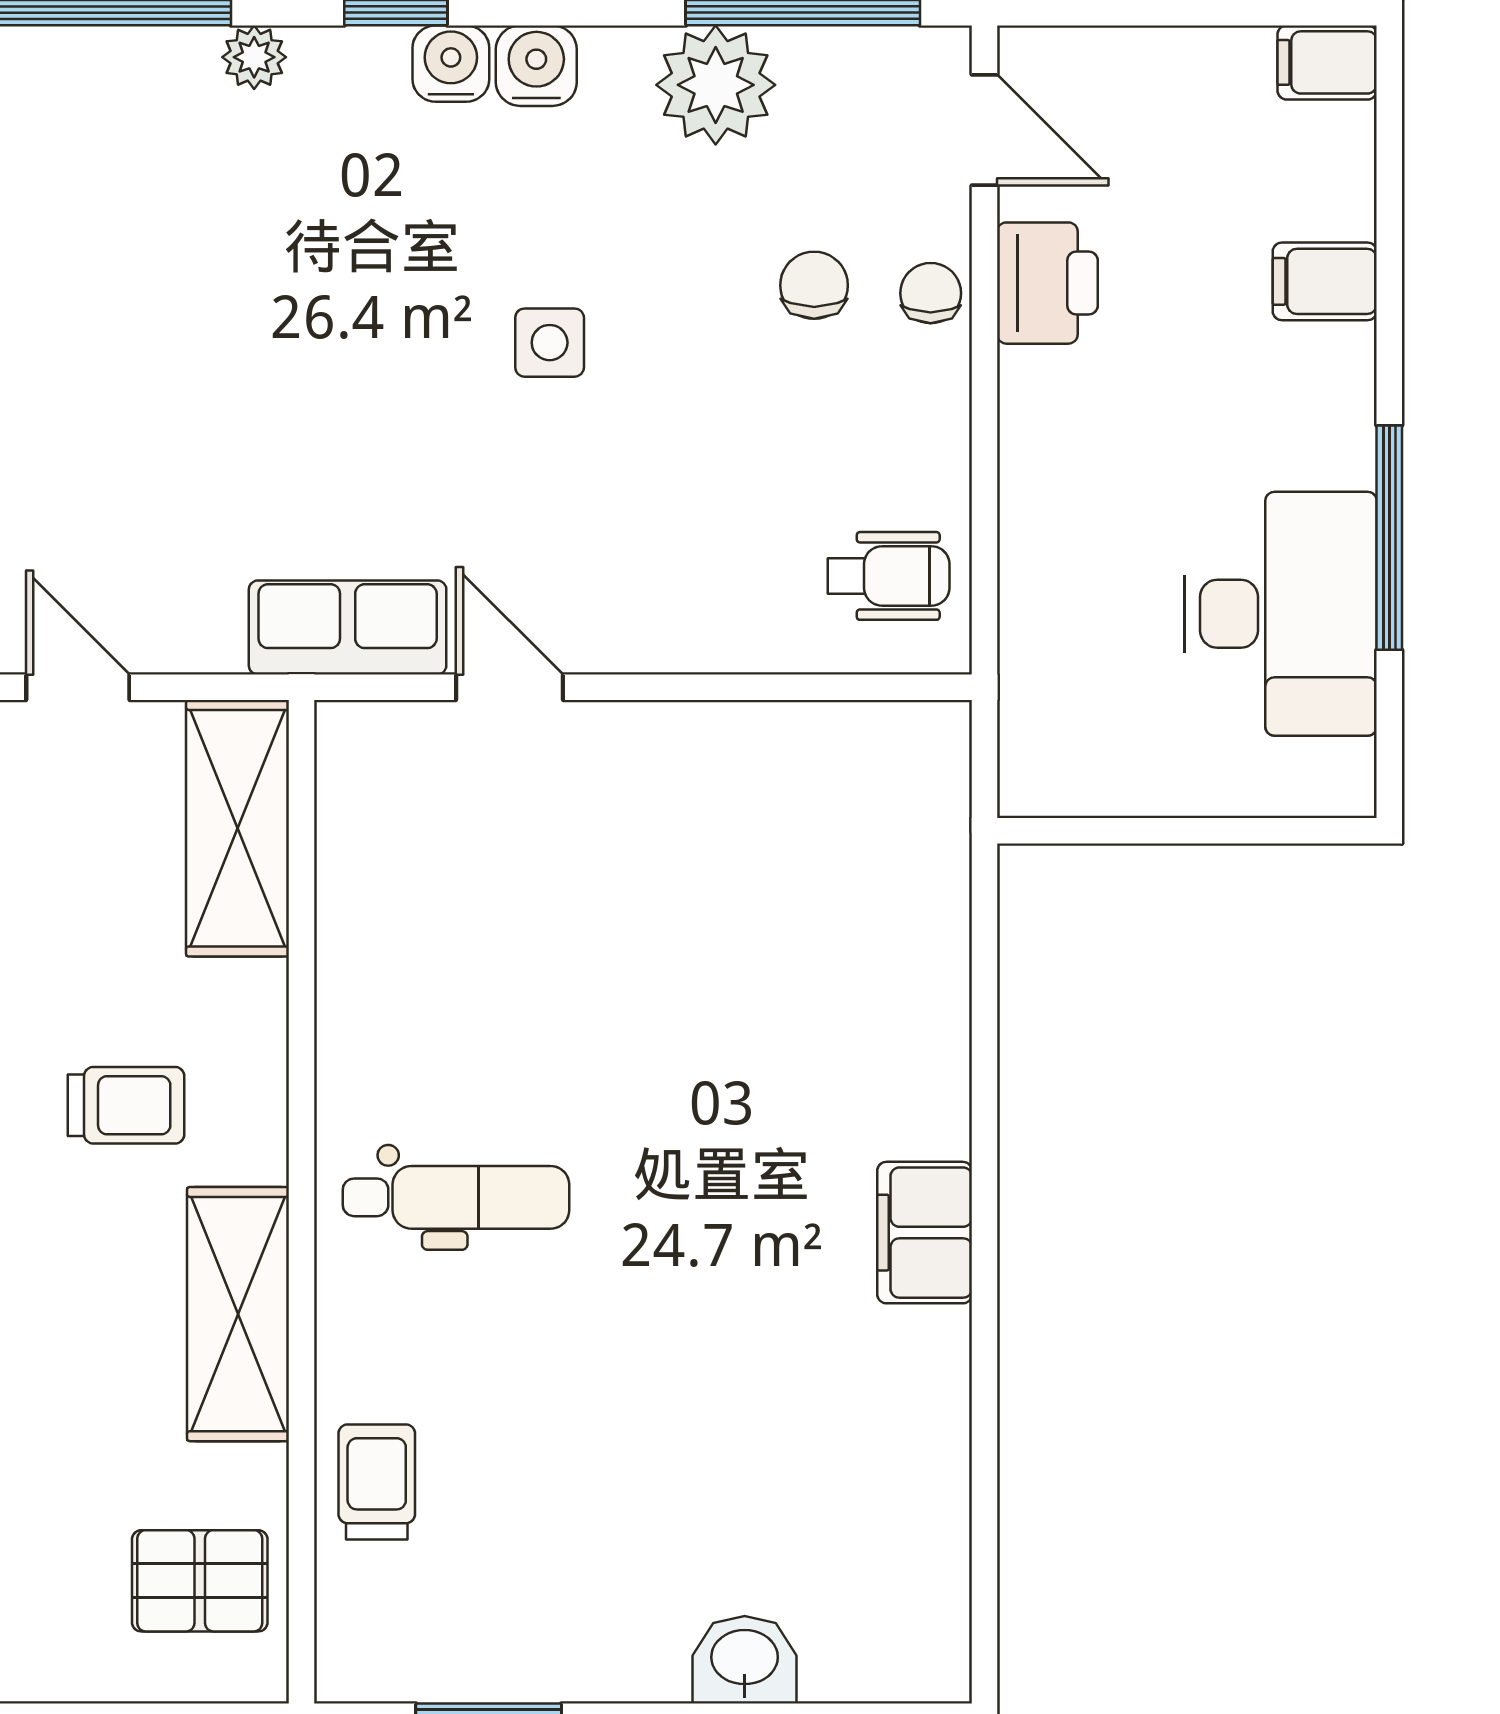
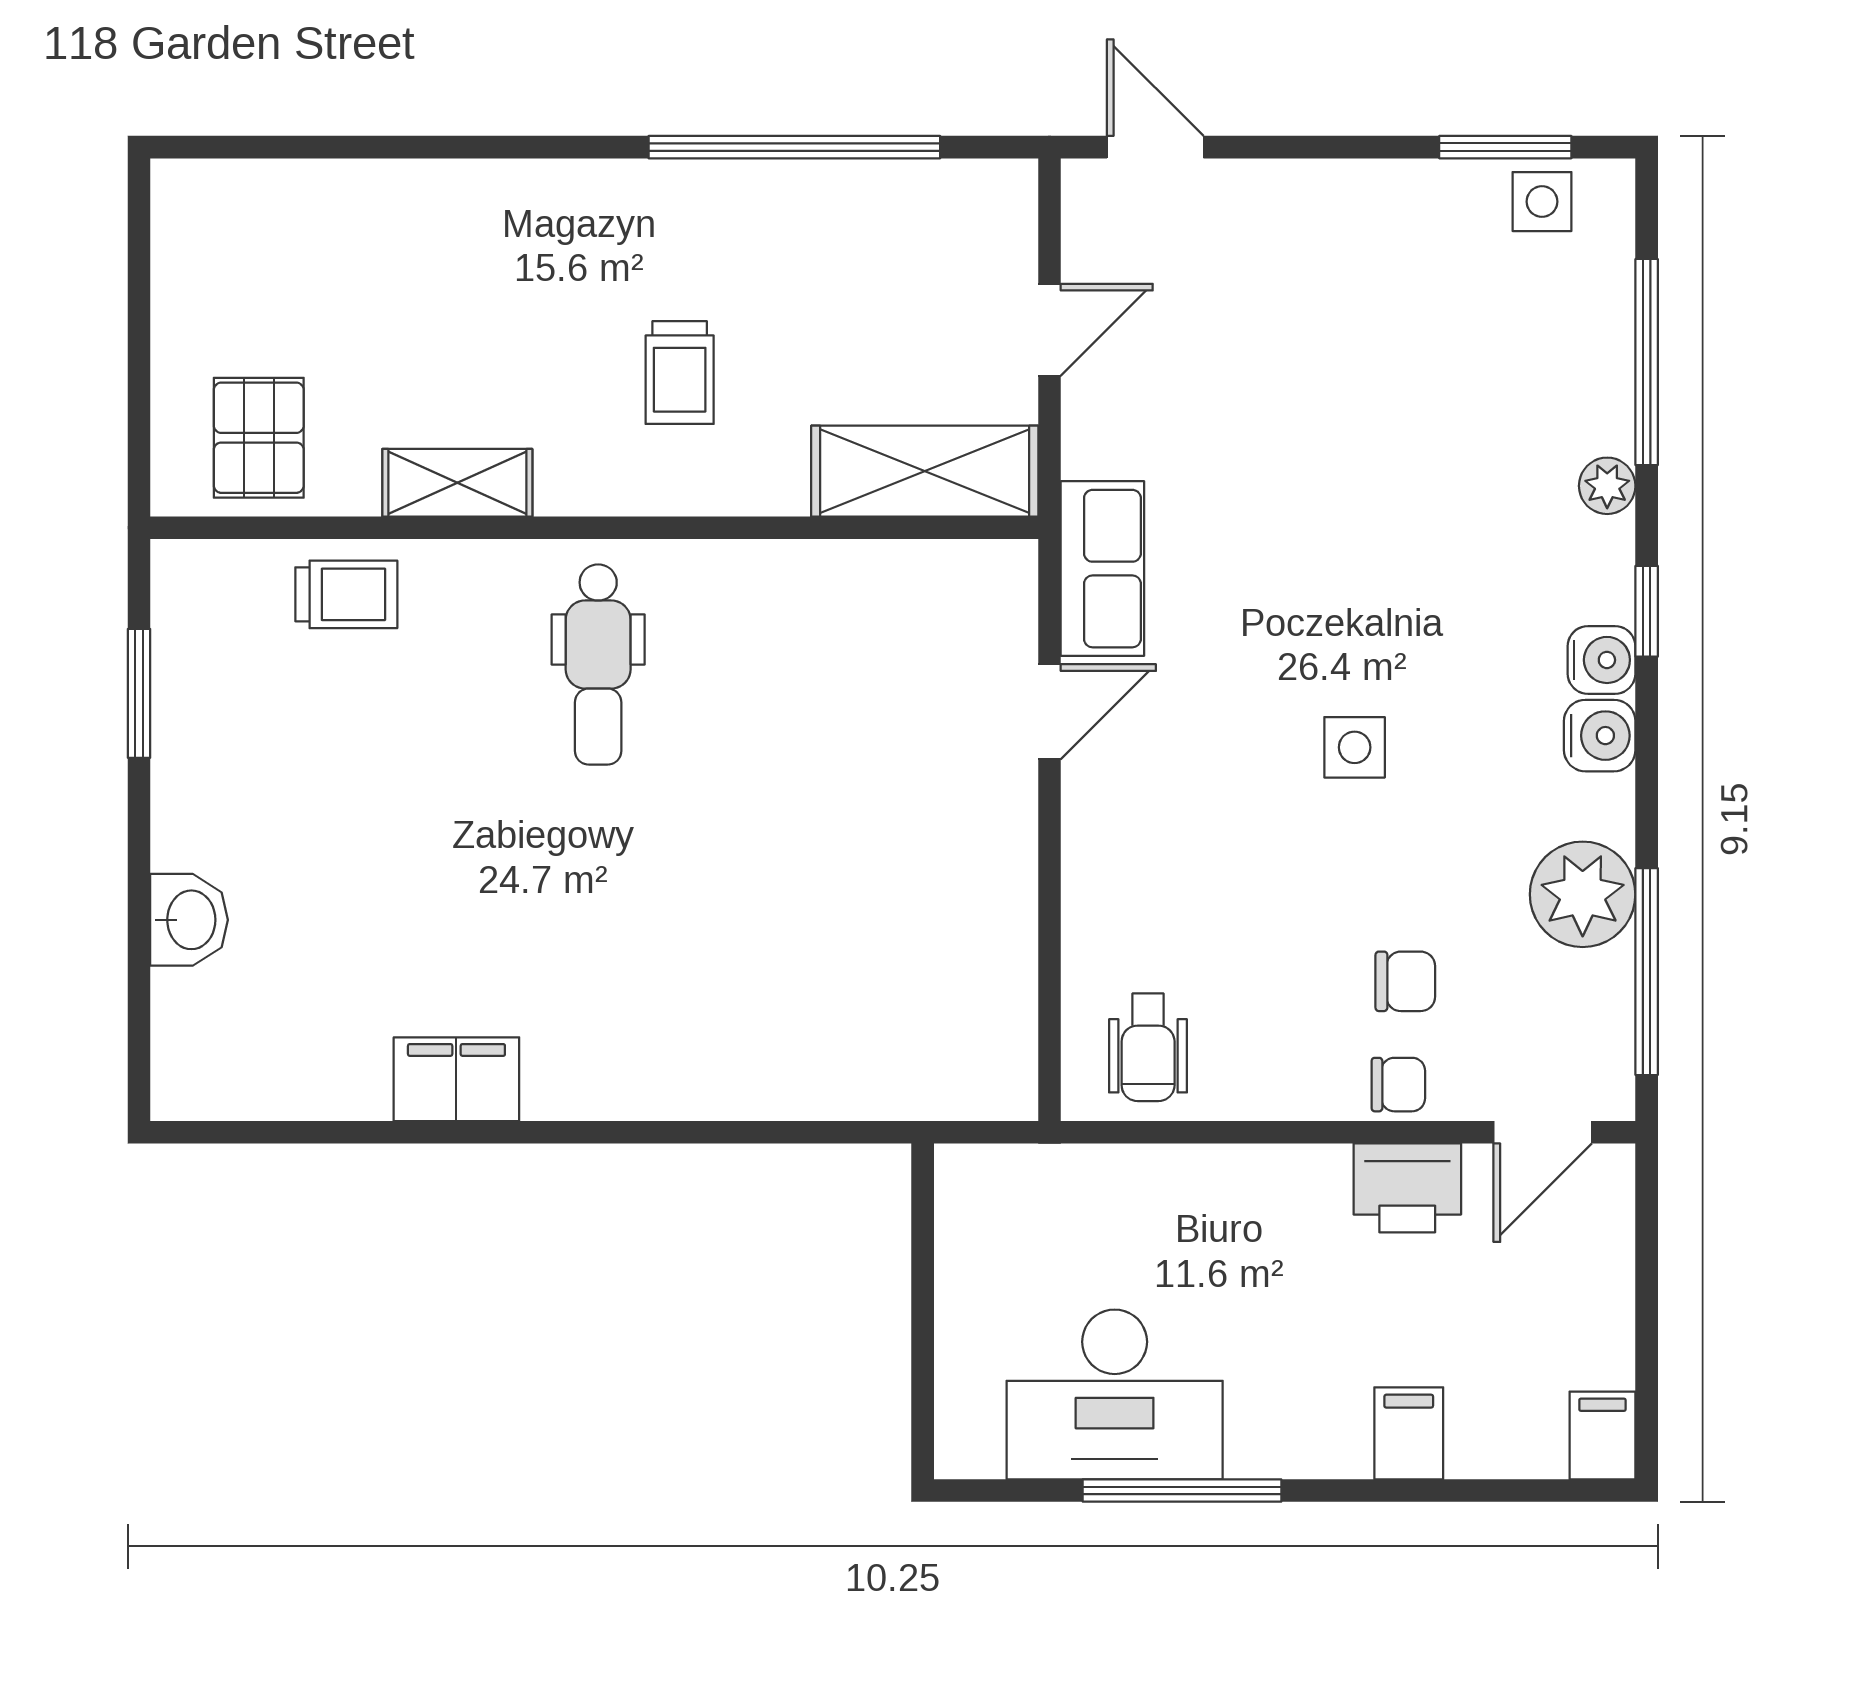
filing cabinet: (925, 1233) -> (456, 1079), moved
shelving: (238, 1314) -> (457, 483), width x0.67, depth x0.75

